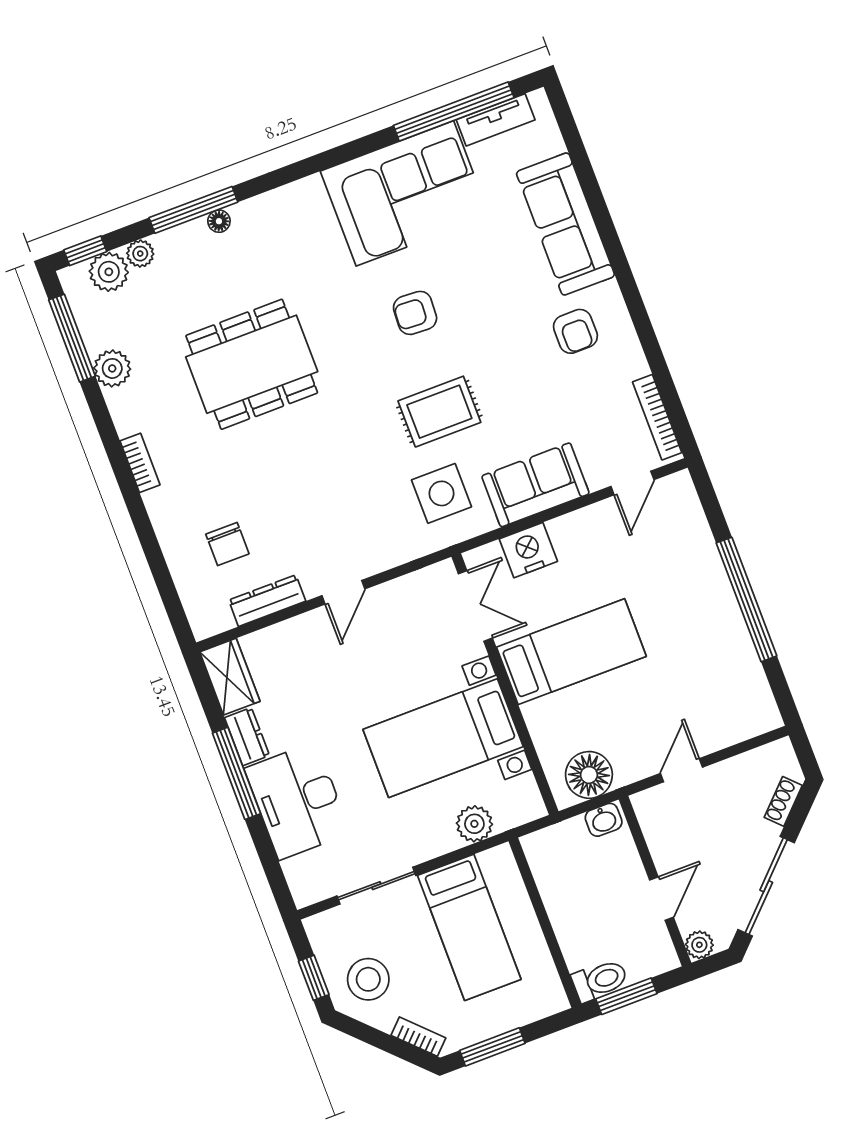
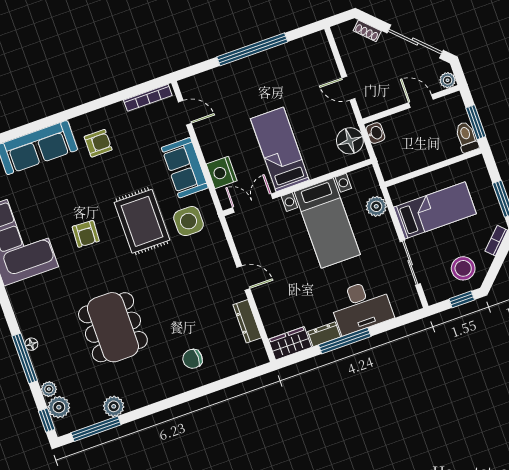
rug: (439, 412) -> (142, 221), width x1.36, depth x1.43
bookcase: (140, 463) -> (168, 392), removed
chair: (227, 544) -> (193, 359), moved, turned 180

